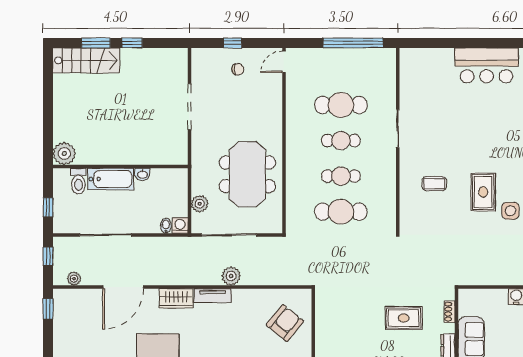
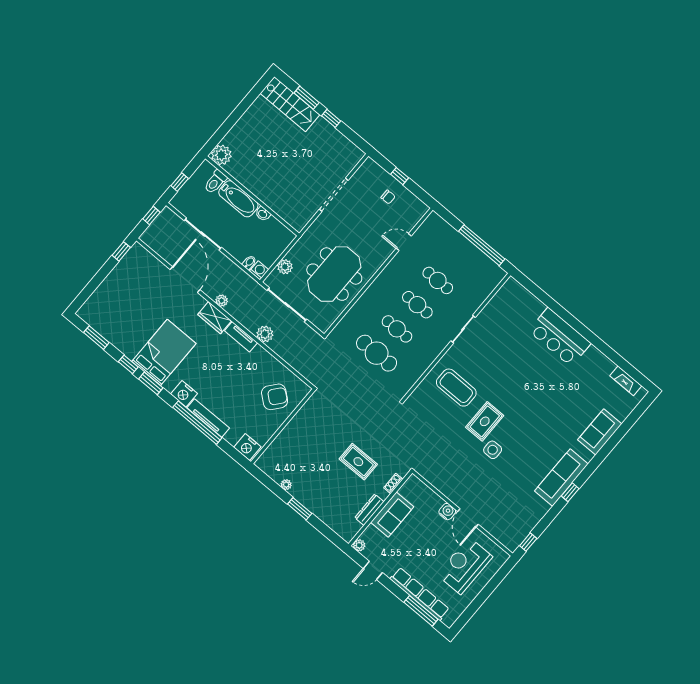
door: (284, 62) -> (404, 242), moved
cafe table: (341, 105) -> (438, 280), width x0.73, depth x0.74
coffee table: (434, 184) -> (456, 388), width x1.86, depth x1.72
plant: (74, 279) -> (222, 301), moved
door: (123, 287) -> (185, 280), swing flipped

